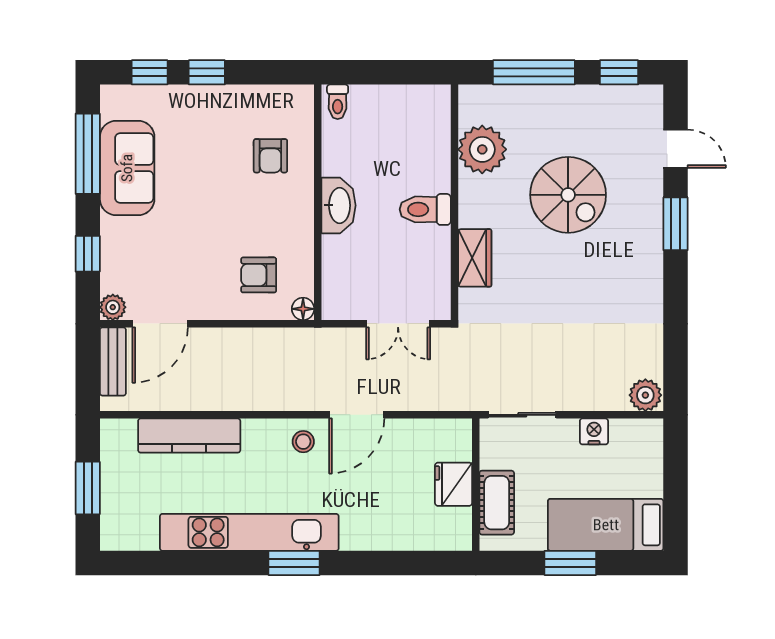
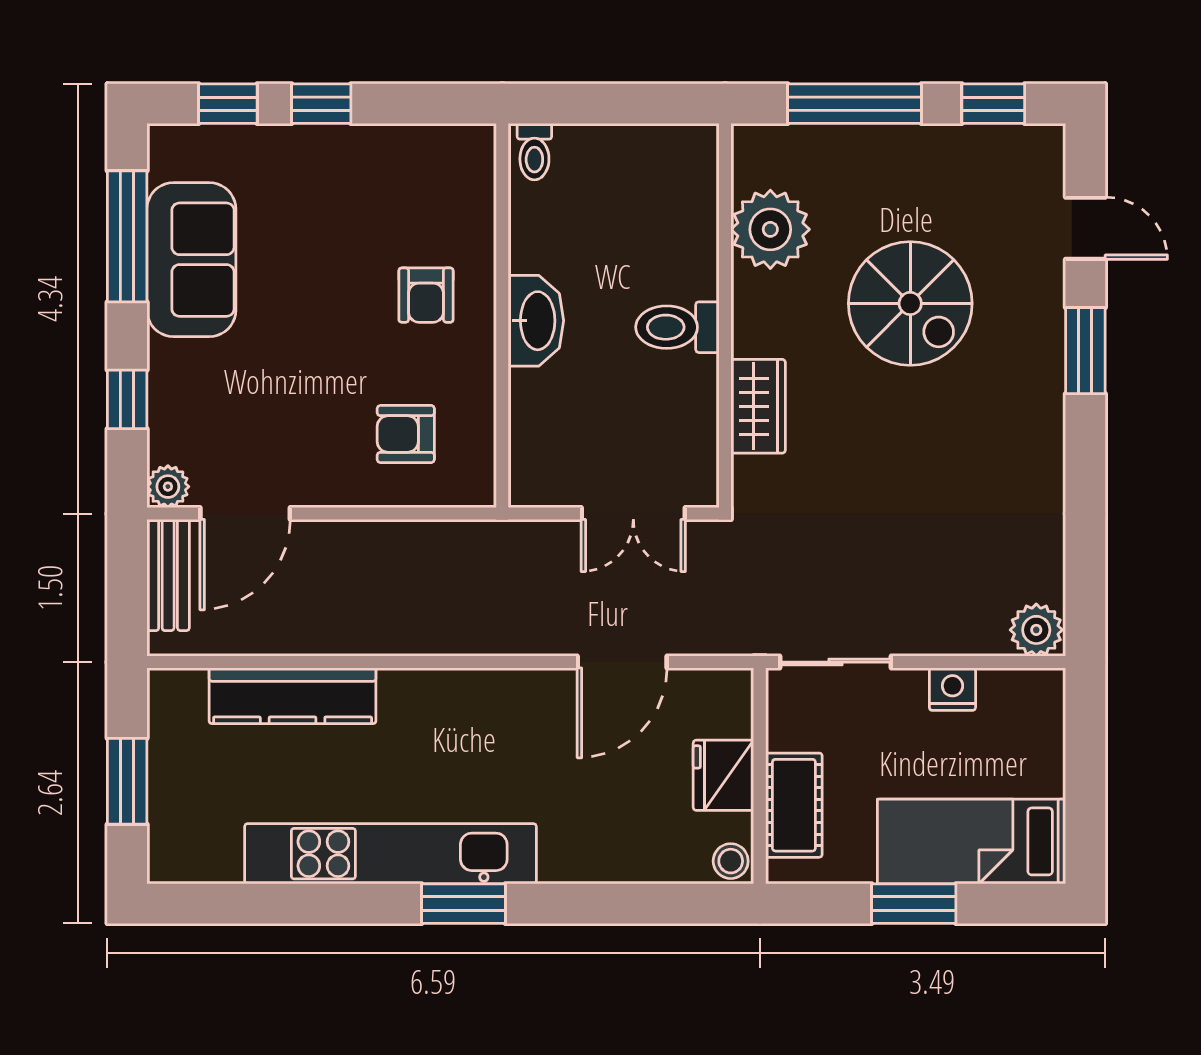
armchair: (270, 156) -> (426, 295), moved
floor lamp: (303, 309) -> (478, 489), removed
door: (357, 415) -> (622, 662), moved
stool: (303, 442) -> (731, 861), moved

